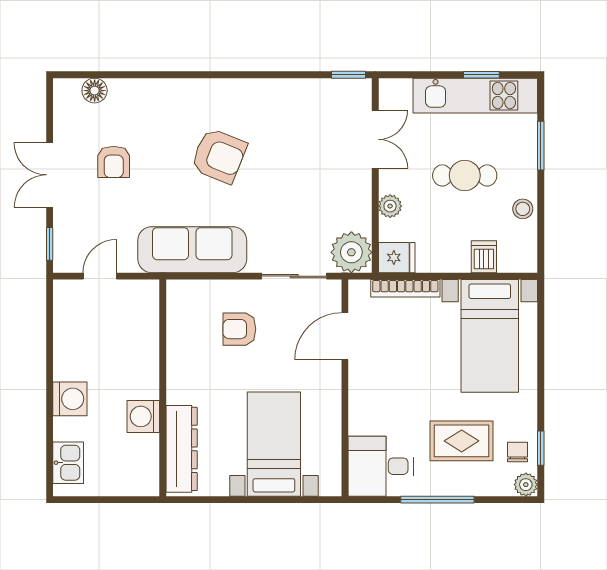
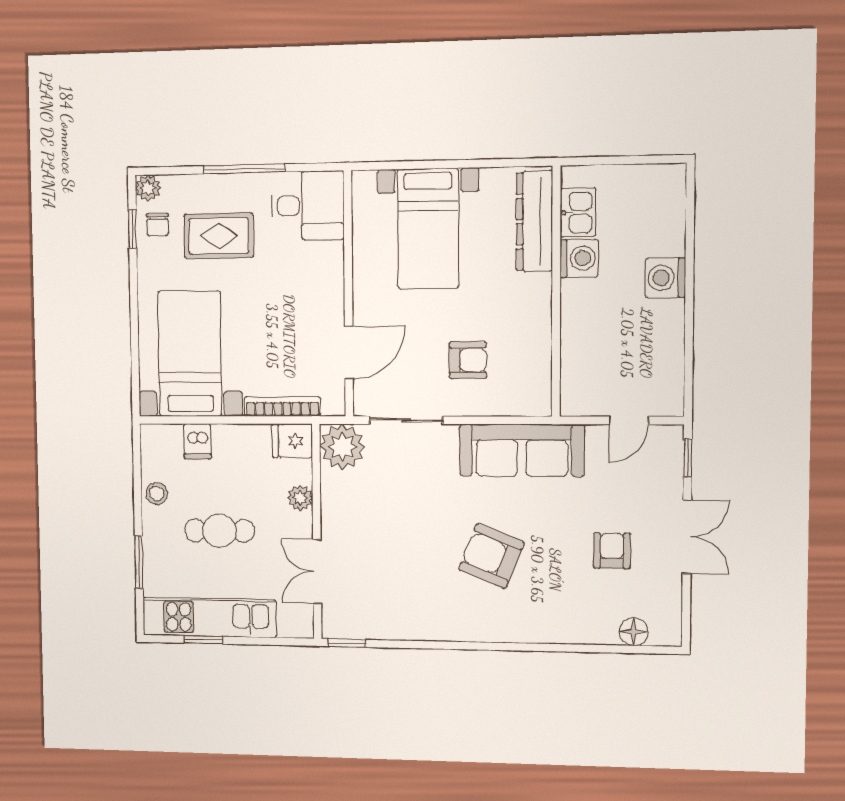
kitchen sink: (68, 463) -> (578, 212), moved, turned 180

